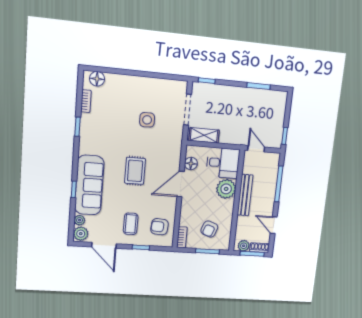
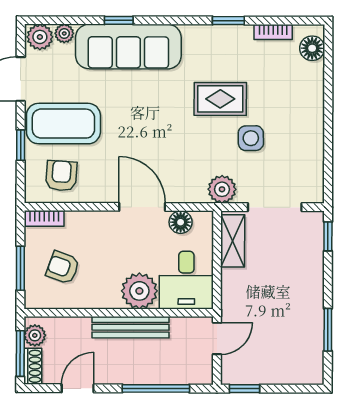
plant: (175, 139) -> (222, 189), added
rug: (135, 171) -> (220, 99), moved
coffee table: (131, 224) -> (63, 124), width x1.86, depth x1.72

